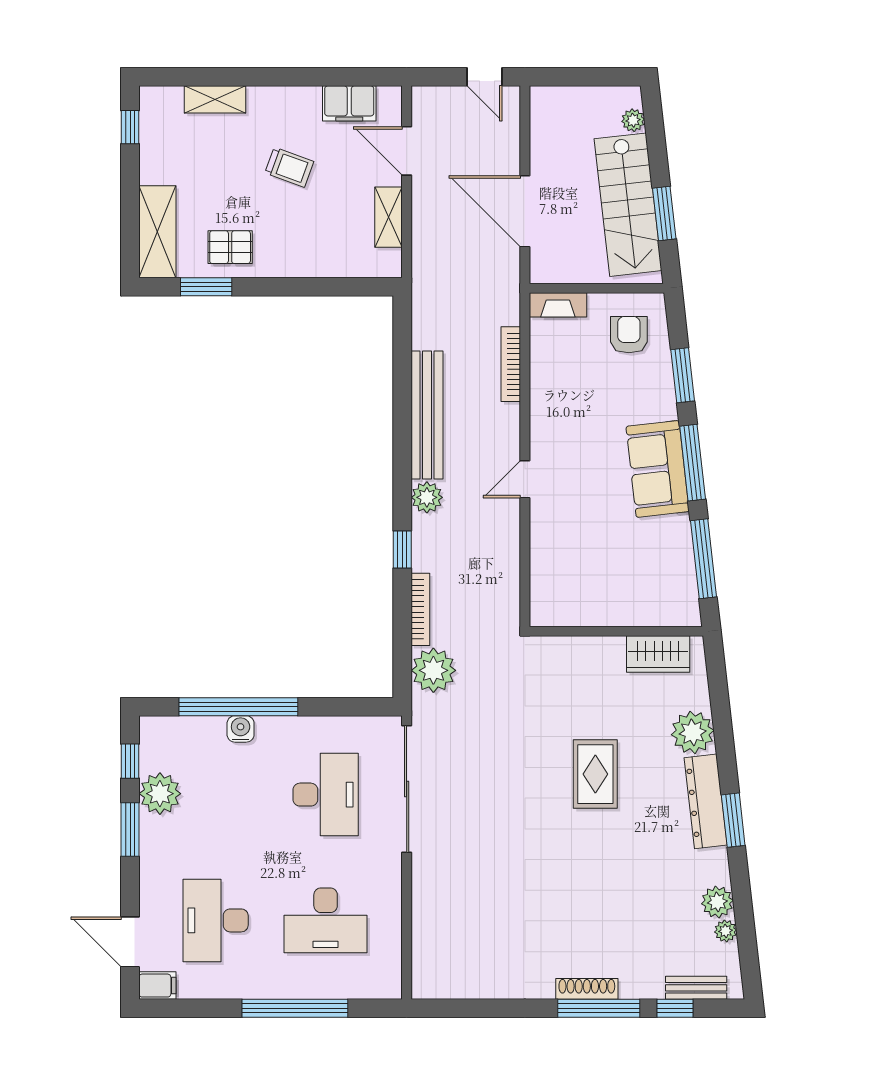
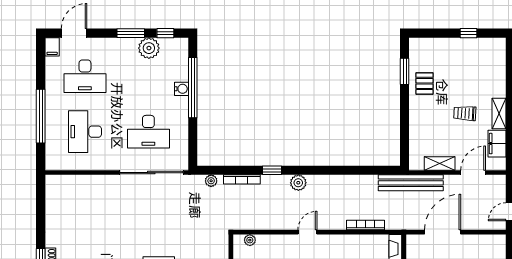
shelving: (215, 99) -> (499, 114), moved
window: (130, 127) -> (468, 33), moved
trolley: (289, 167) -> (465, 113), turned 73
shelving: (157, 232) -> (432, 47), removed
bench: (427, 415) -> (411, 183), moved
door: (525, 479) -> (307, 232), hinge flipped
plant: (541, 593) -> (250, 240), added
plant: (433, 670) -> (211, 181), width x0.53, depth x0.53
desk: (216, 920) -> (85, 76), turned 180

